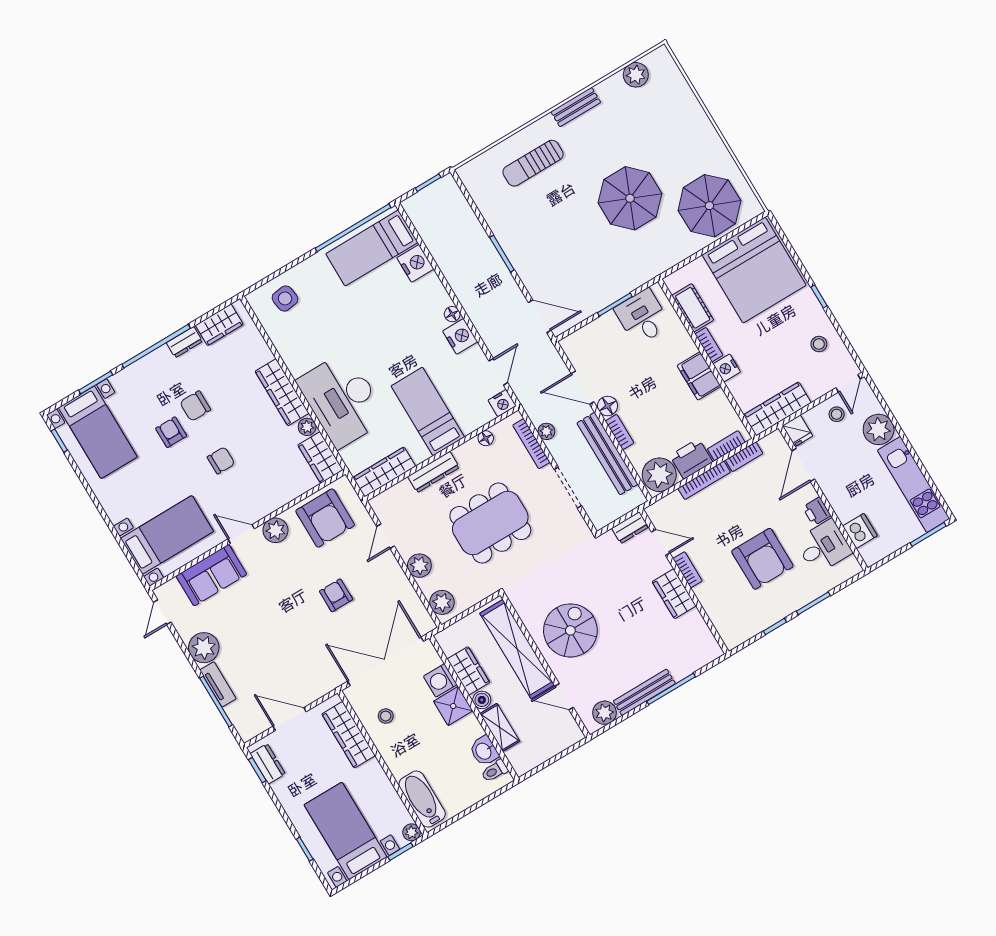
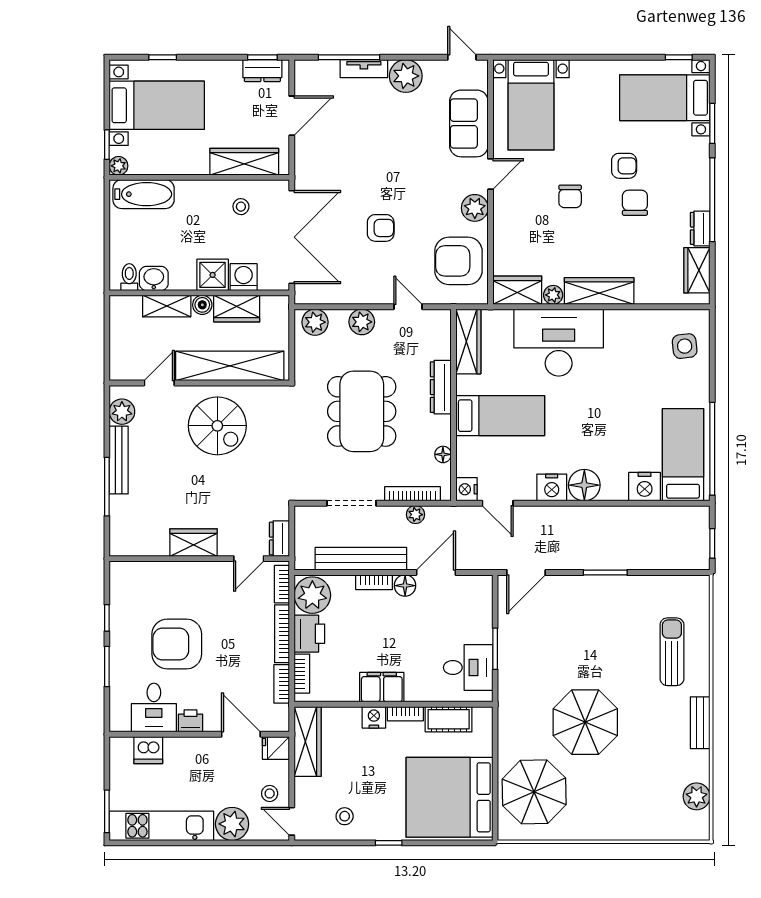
floor lamp: (452, 314) -> (584, 485), width x1.89, depth x1.89
bookcase: (688, 570) -> (282, 584), moved, turned 90

